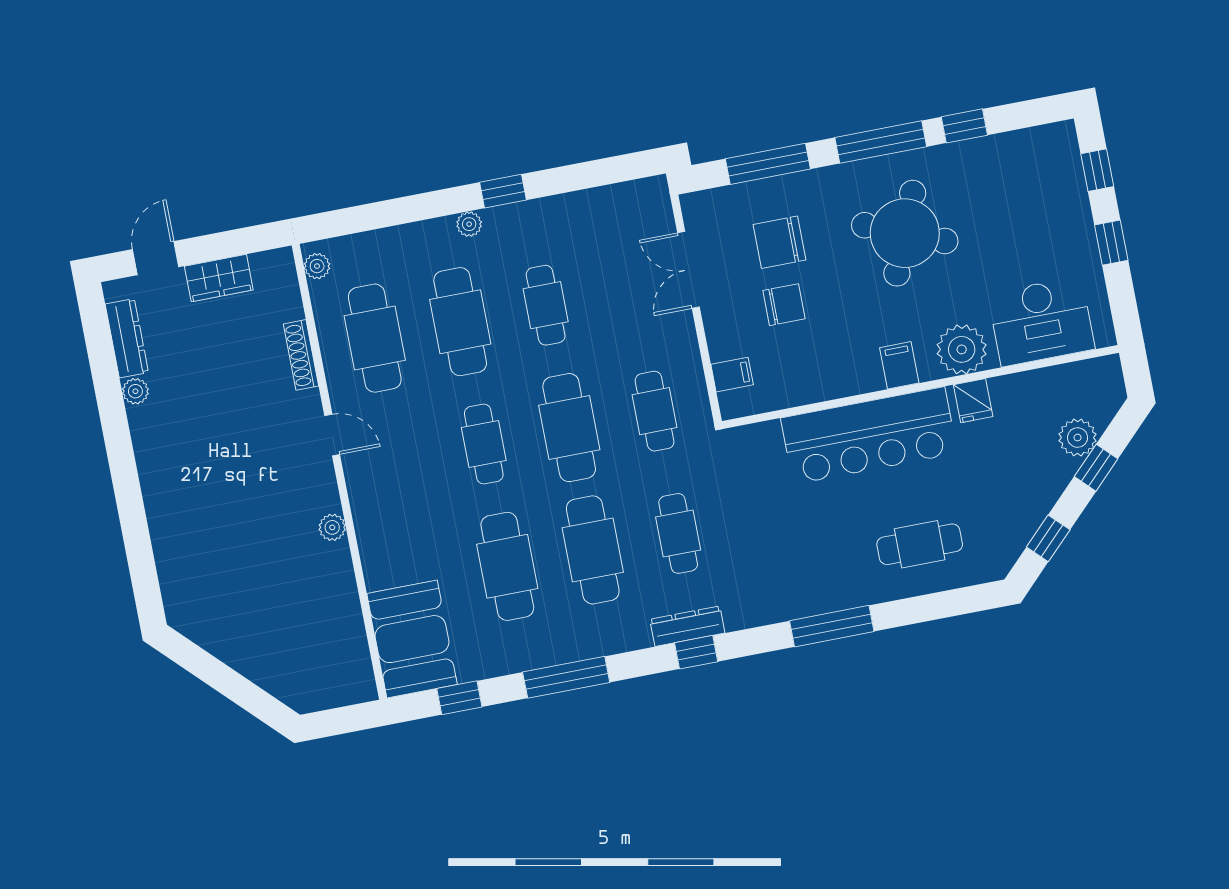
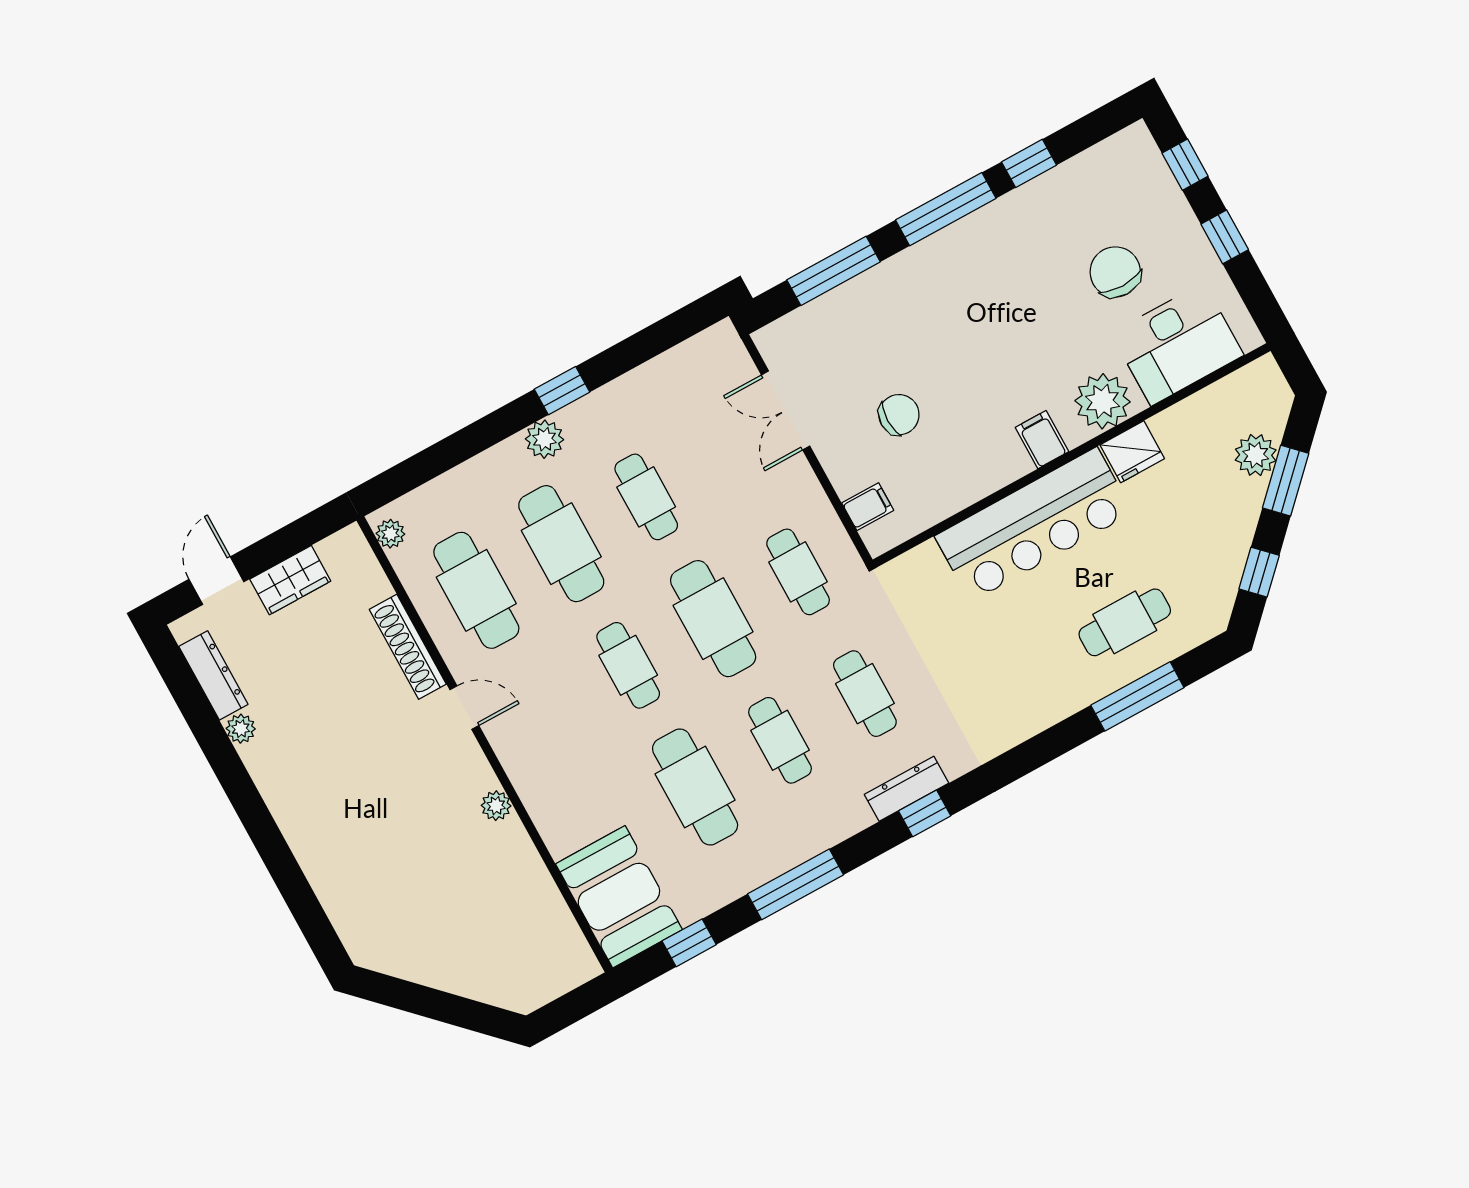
plant: (469, 224) -> (544, 439), width x1.38, depth x1.38
round table: (905, 233) -> (1002, 297), removed
chair: (780, 242) -> (1115, 272), moved, turned 90
shoe rack: (301, 355) -> (408, 647), width x1.36, depth x1.24
fridge: (973, 401) -> (1132, 452), width x1.38
window: (1096, 468) -> (1286, 481), width x1.50
cafe table: (593, 550) -> (780, 740), width x0.73, depth x0.74
window: (832, 626) -> (1137, 696), moved

